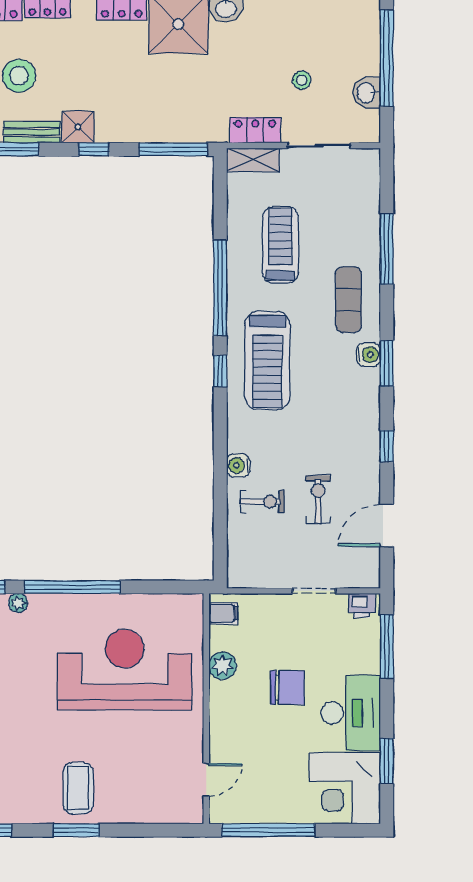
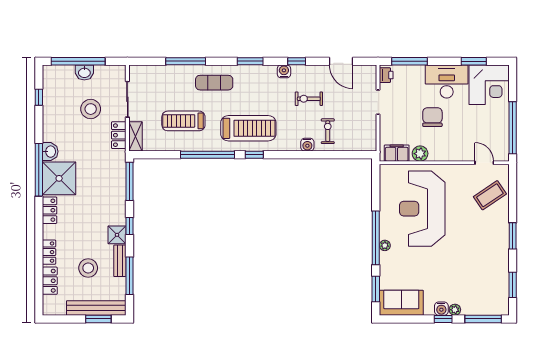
stool: (302, 80) -> (91, 109), width x1.89, depth x1.89
washbasin: (367, 93) -> (84, 72), moved
water cooler: (369, 355) -> (284, 71), moved
exercise bike: (318, 499) -> (309, 99), moved
plant: (18, 603) -> (385, 245), moved
filing cabinet: (223, 613) -> (397, 153), width x2.00
coffee table: (78, 788) -> (490, 195), moved, turned -34

